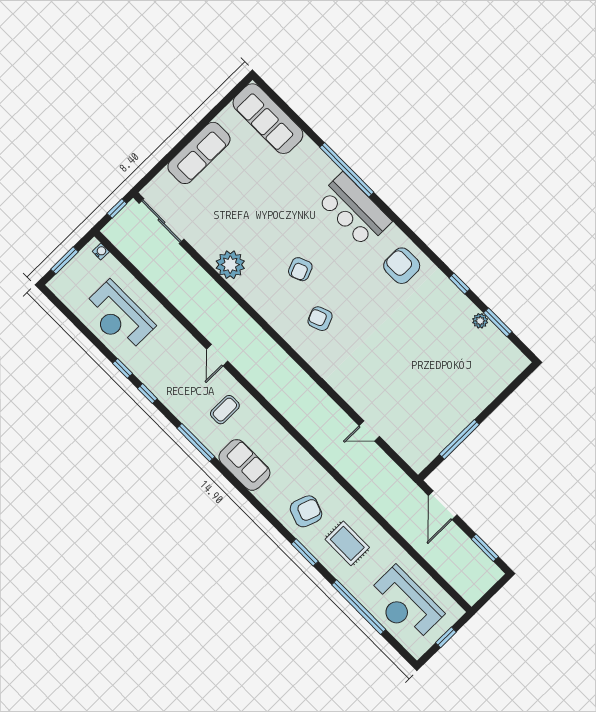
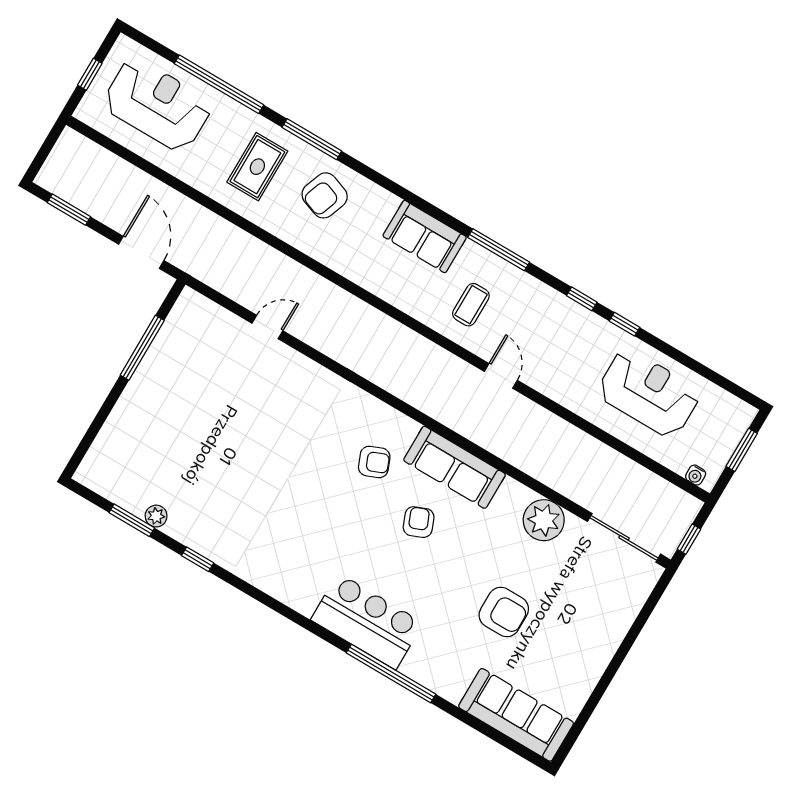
sofa: (199, 153) -> (455, 467), moved, turned -90
plant: (230, 265) -> (544, 520), moved
armchair: (402, 266) -> (504, 612), moved
rug: (347, 543) -> (257, 167), turned 90
window: (305, 552) -> (312, 139), width x1.44

